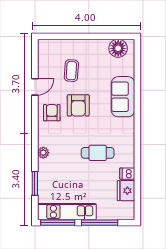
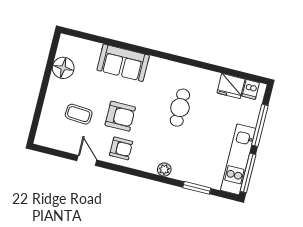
floor lamp: (118, 48) -> (63, 68), moved
armchair: (52, 113) -> (121, 148), turned 180
dishwasher: (127, 174) -> (251, 89), moved

